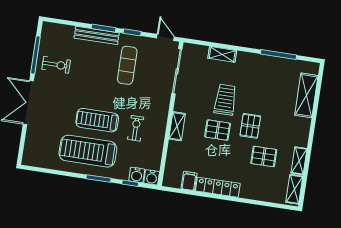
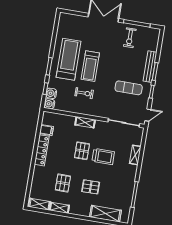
treadmill: (97, 120) -> (90, 66), turned 180
pallet: (250, 126) -> (91, 187), moved

